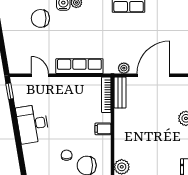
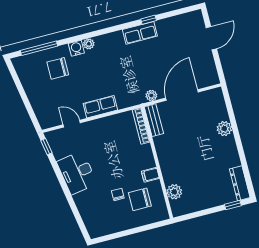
row of seats: (79, 66) -> (100, 107), width x0.68
filing cabinet: (103, 129) -> (150, 175), moved

